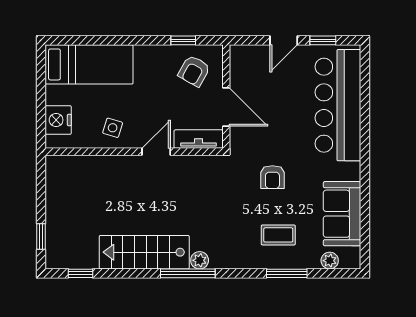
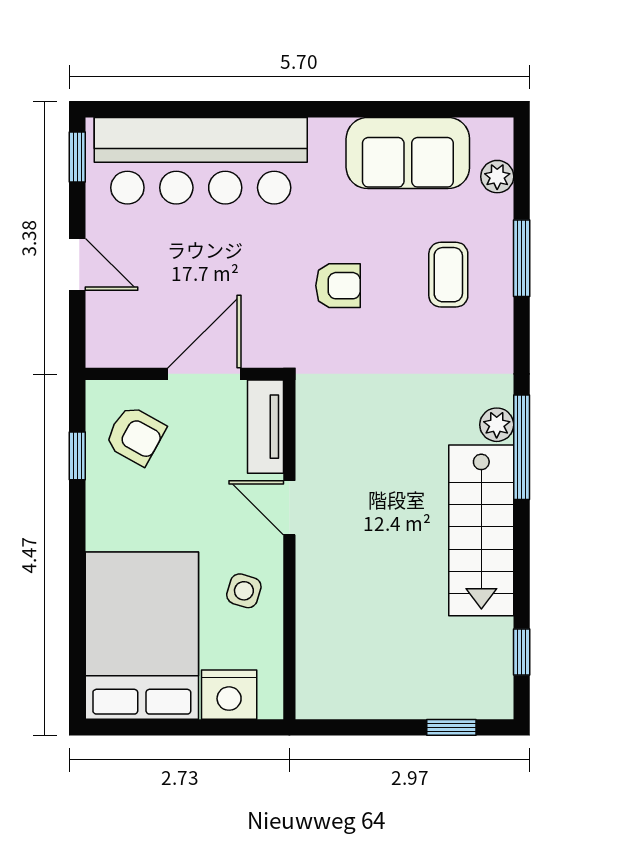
window: (323, 40) -> (77, 157), moved
bed: (89, 64) -> (142, 636), width x1.50

